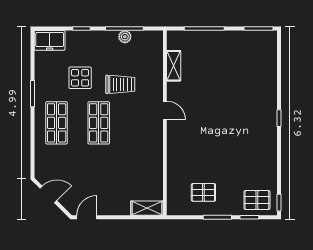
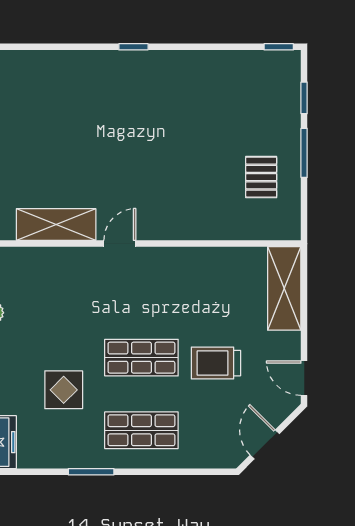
shelving: (174, 66) -> (56, 224), width x1.50, depth x1.33
trolley: (120, 84) -> (216, 363), moved, turned -90
pallet: (257, 200) -> (274, 85), removed
shelving: (147, 208) -> (284, 288), width x1.50, depth x1.33

